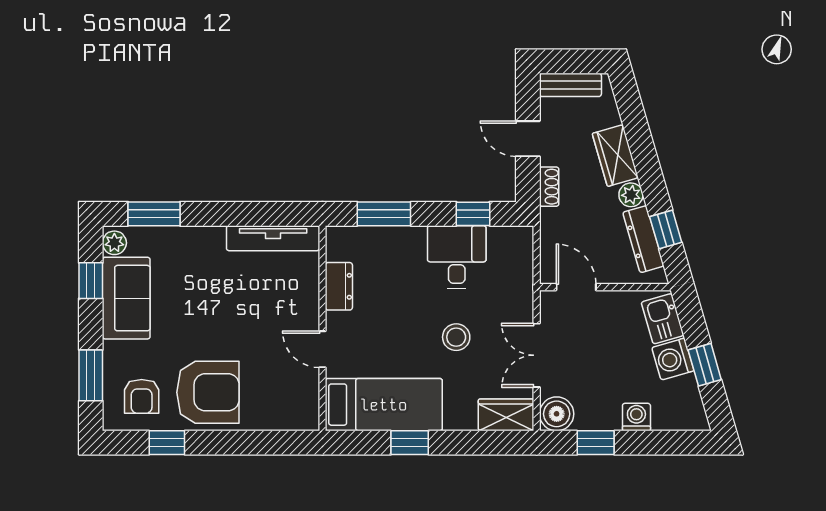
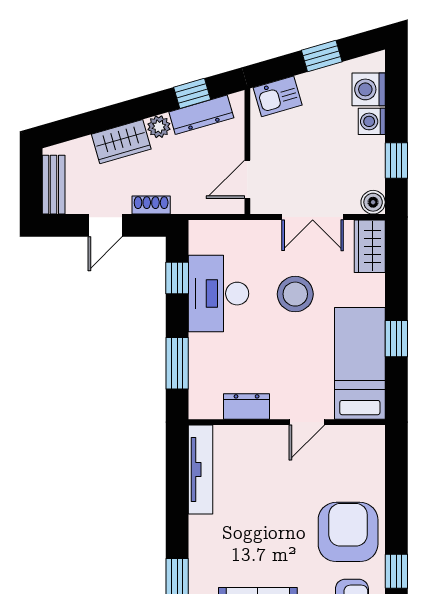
desk: (457, 257) -> (218, 294), width x1.37
stool: (456, 337) -> (295, 294), width x1.38, depth x1.38
washing machine: (673, 359) -> (369, 89), moved, turned 106
boiler: (557, 414) -> (373, 202), width x0.73, depth x0.73

